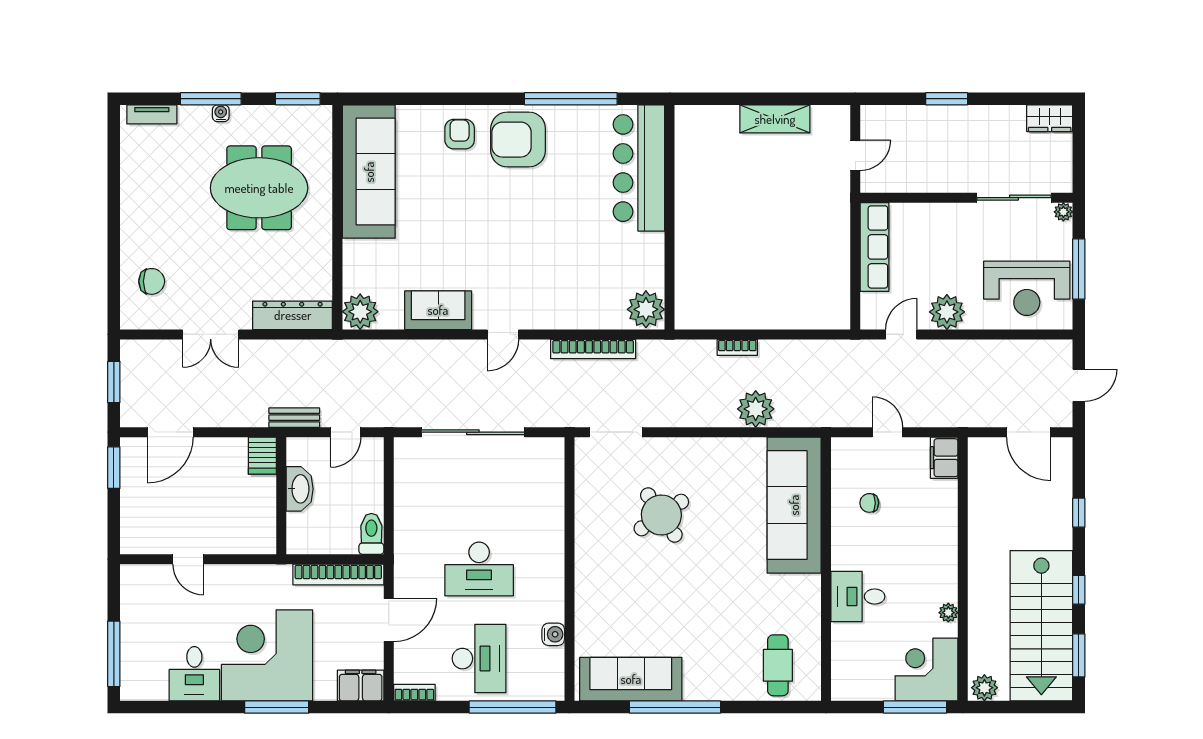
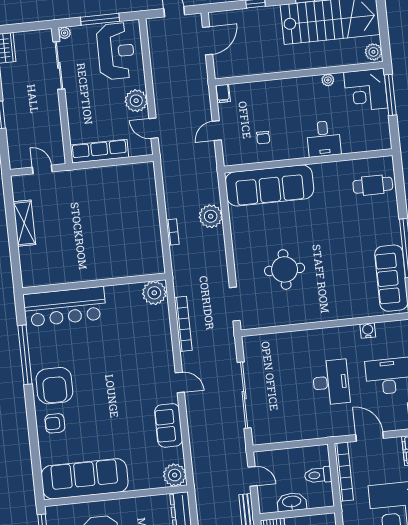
filing cabinet: (944, 458) -> (223, 94), width x0.50
round table: (661, 515) -> (285, 269), turned 34
toilet: (371, 534) -> (318, 475), moved

